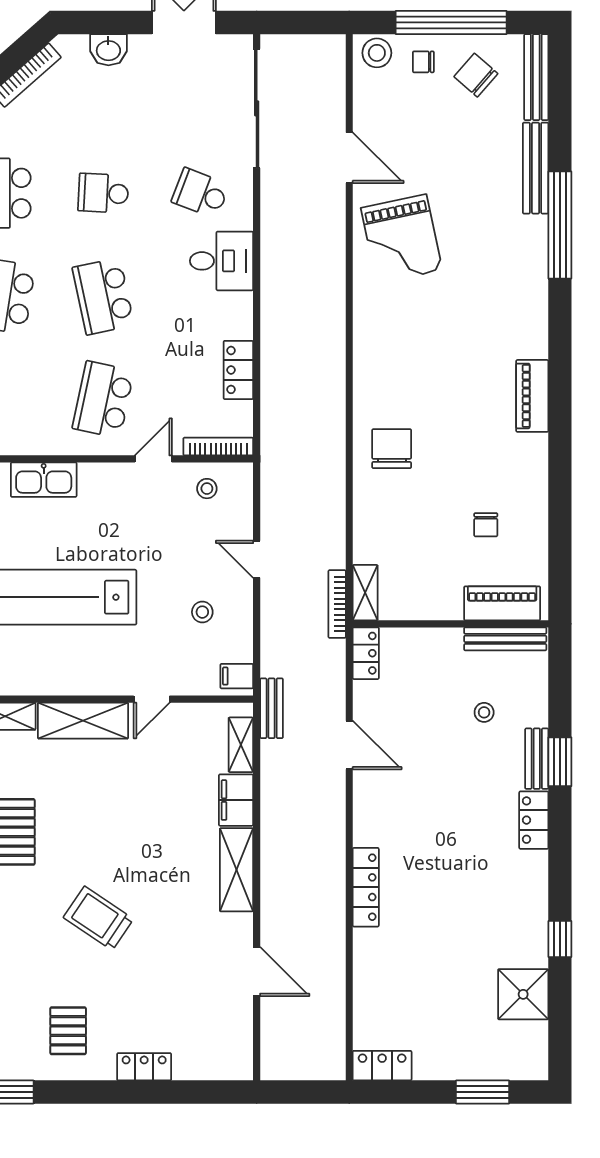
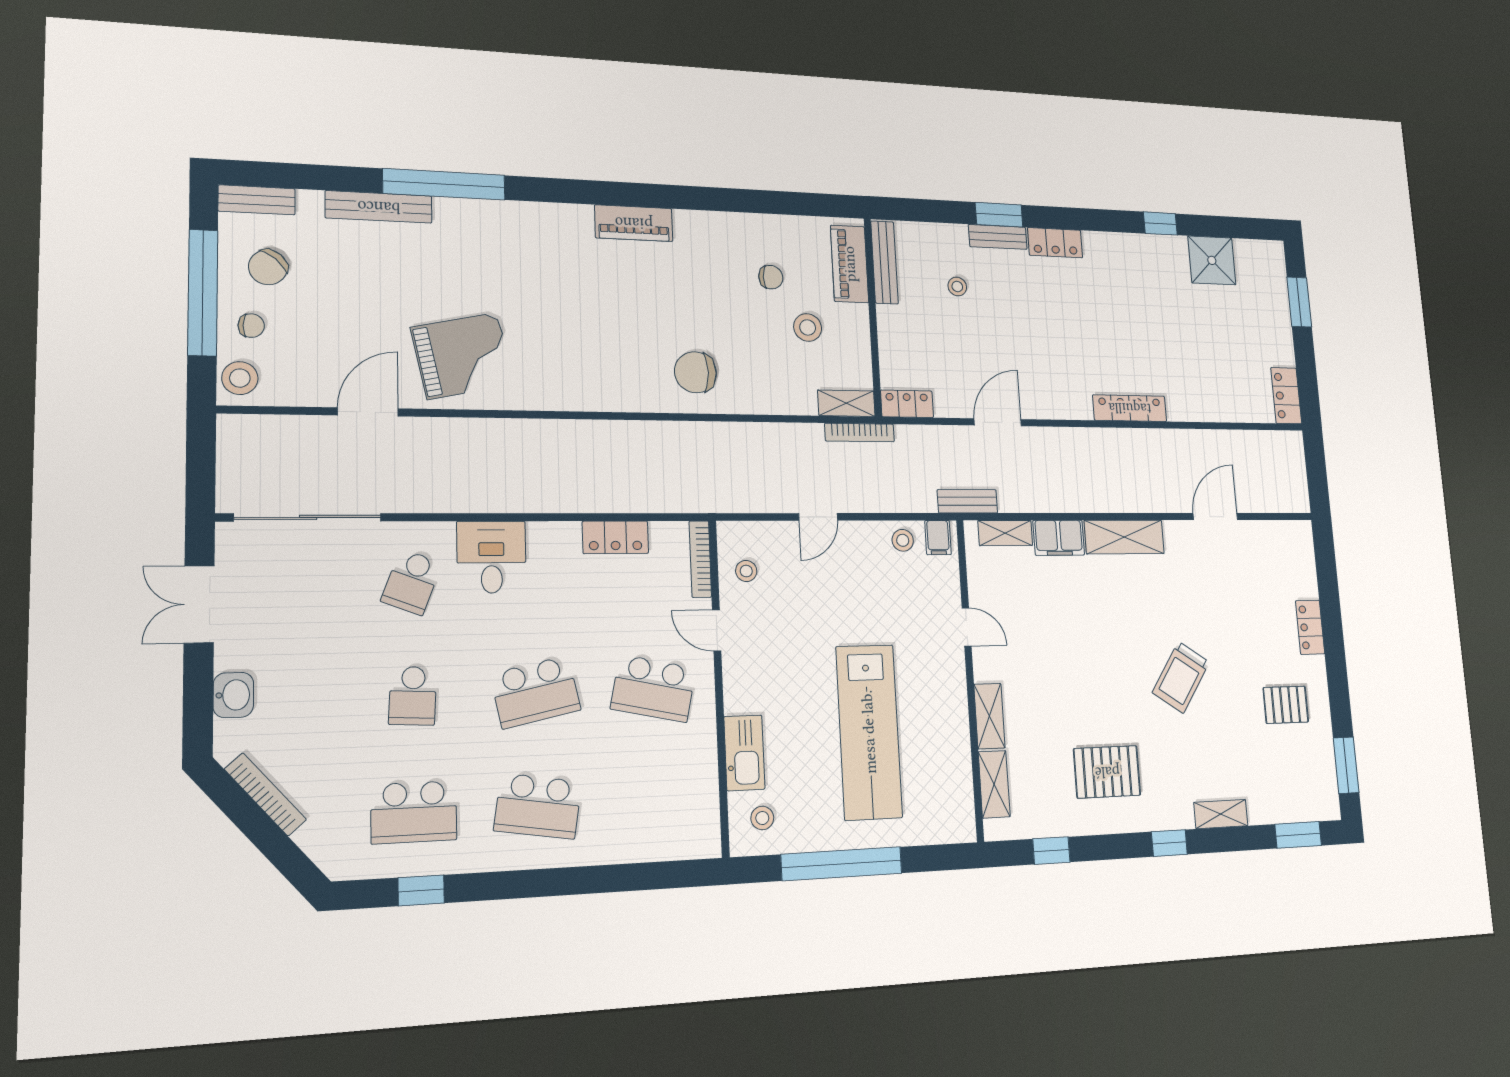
chair: (423, 62) -> (251, 326), turned -90
bench: (536, 77) -> (257, 200), width x0.73
stool: (438, 558) -> (808, 327), added
stool: (202, 612) -> (903, 540), moved
shelving: (83, 721) -> (989, 716), width x0.67, depth x0.75

